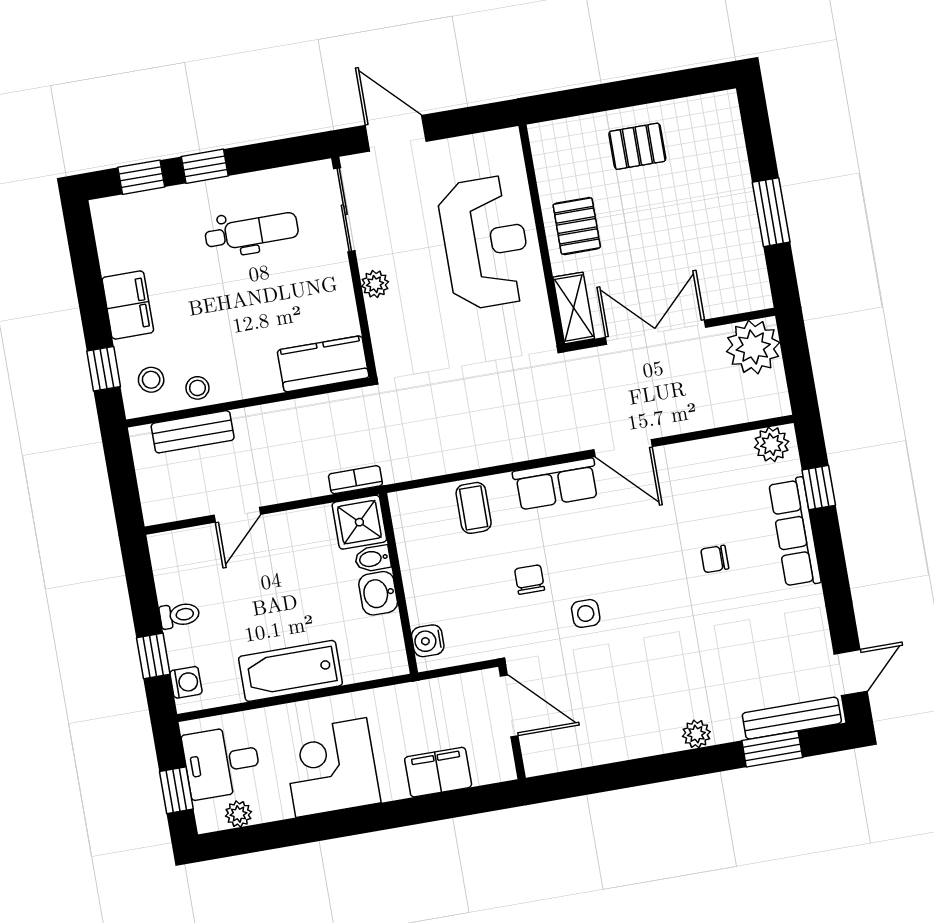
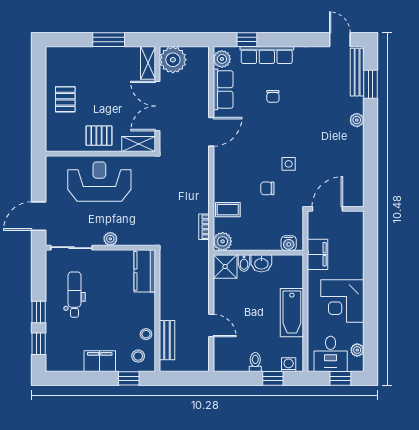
shelving: (738, 299) -> (148, 63), added
bookcase: (355, 480) -> (204, 227), moved
row of seats: (556, 484) -> (223, 89), moved
plant: (409, 508) -> (223, 241), added
filing cabinet: (438, 772) -> (317, 254), moved, turned 180

